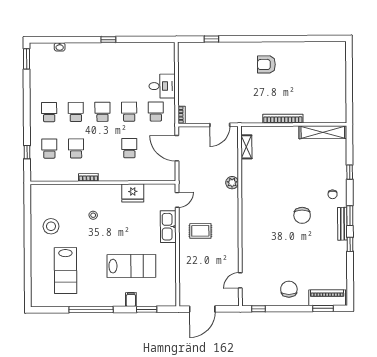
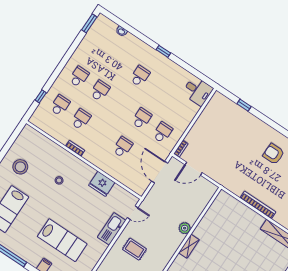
desk: (162, 86) -> (198, 91), moved
school desk: (102, 112) -> (140, 76), moved
door: (220, 125) -> (194, 169), moved
shelving: (246, 147) -> (189, 246), moved

